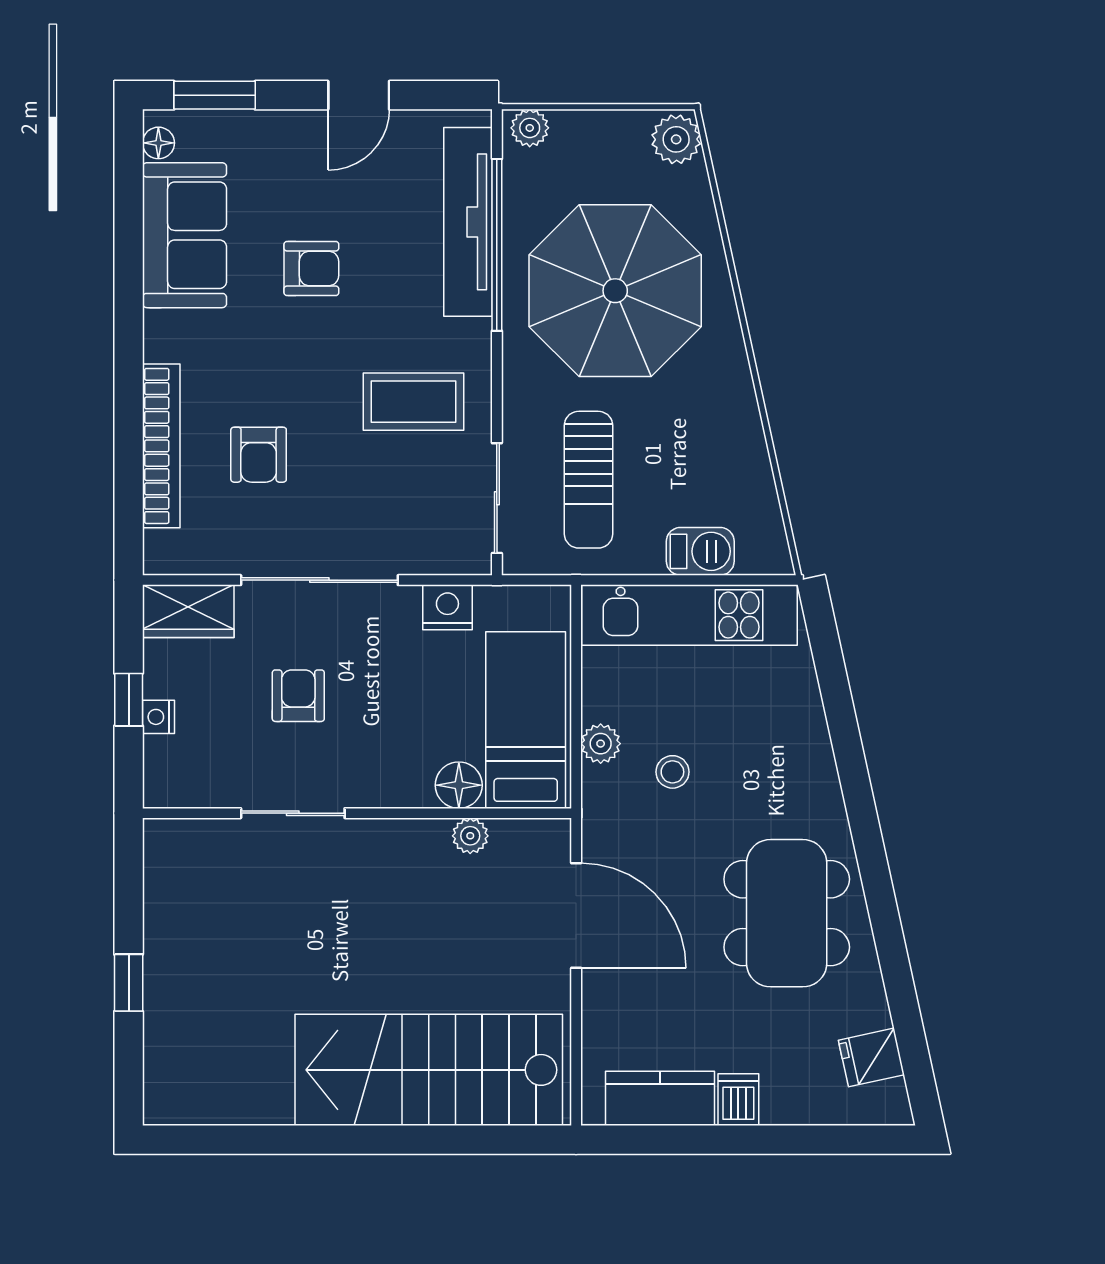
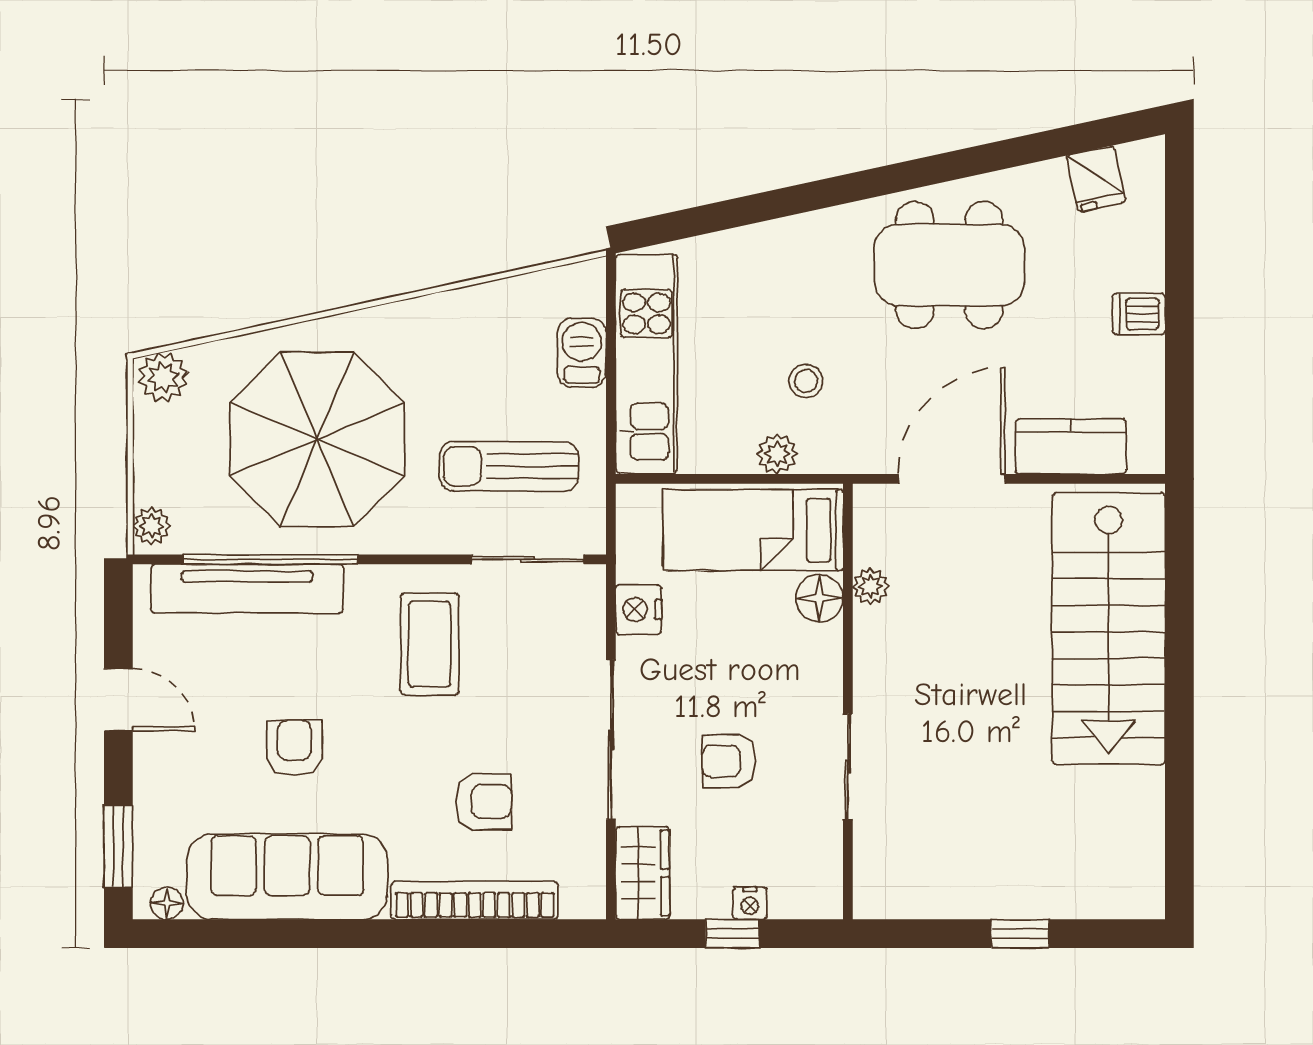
sofa: (184, 235) -> (287, 877), width x1.36
sun lounger: (588, 480) -> (509, 466), turned 180
kitchen counter: (660, 1098) -> (1071, 446), moved, turned 90

